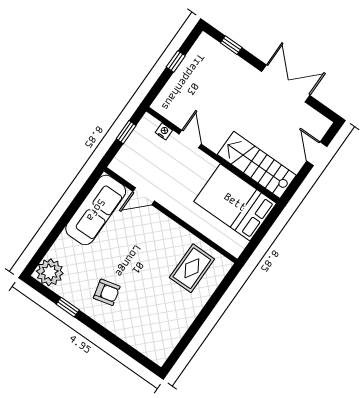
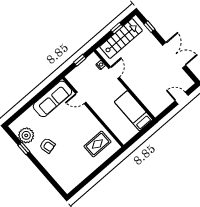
door: (317, 154) -> (182, 98), hinge flipped
stairs: (257, 165) -> (121, 39), moved, turned 90
bed: (235, 202) -> (134, 111), width x0.67
plant: (50, 272) -> (26, 135), moved

